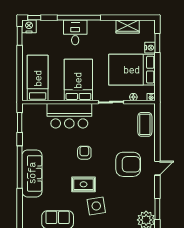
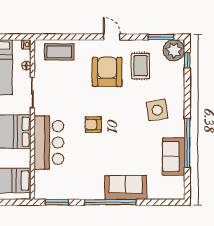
sofa: (32, 173) -> (126, 187), width x0.73
rug: (84, 184) -> (141, 66), moved

